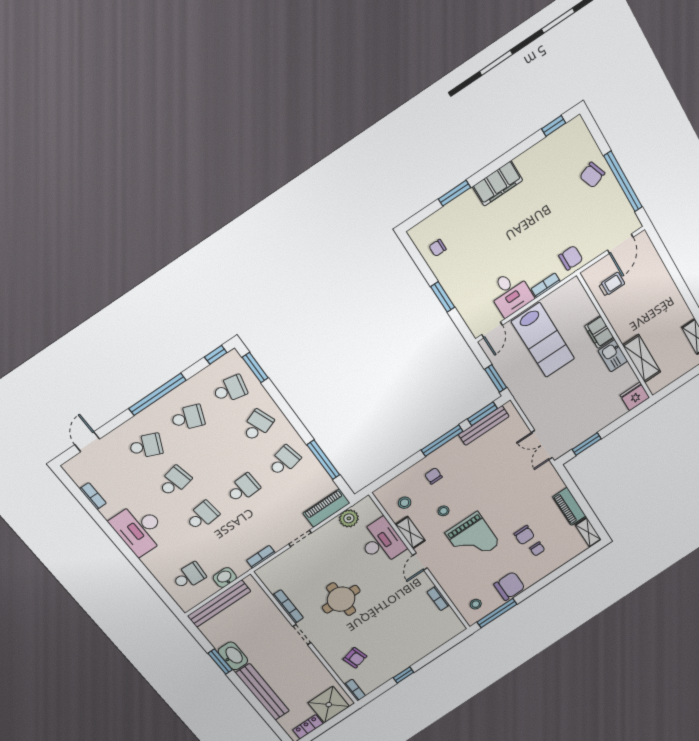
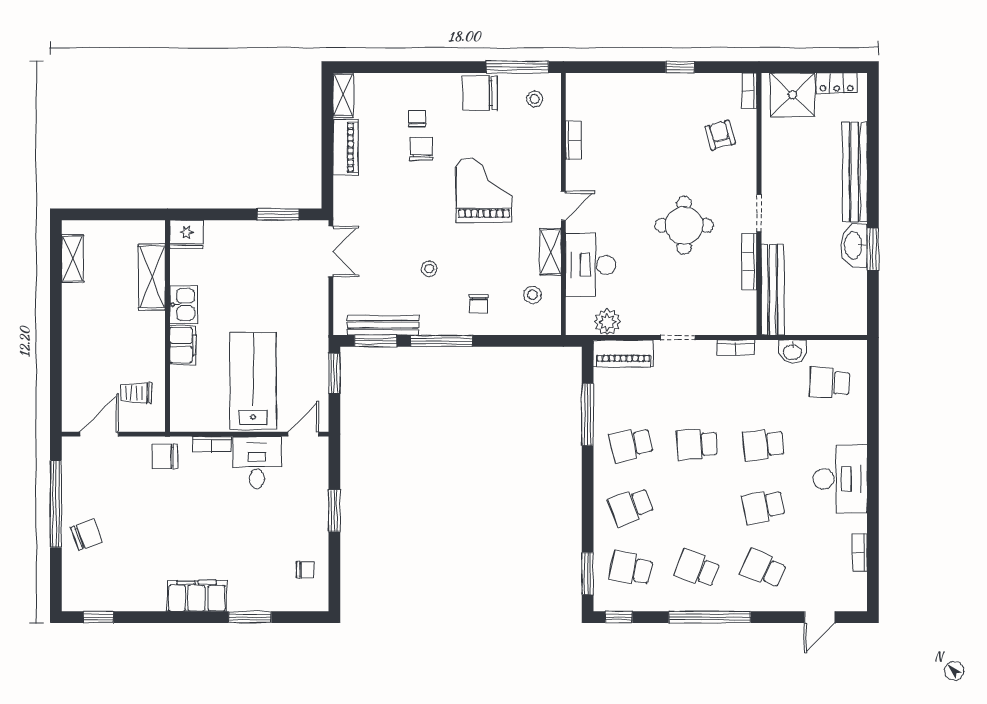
stool: (443, 511) -> (429, 269), moved
bench: (219, 604) -> (773, 290), moved, turned 90

